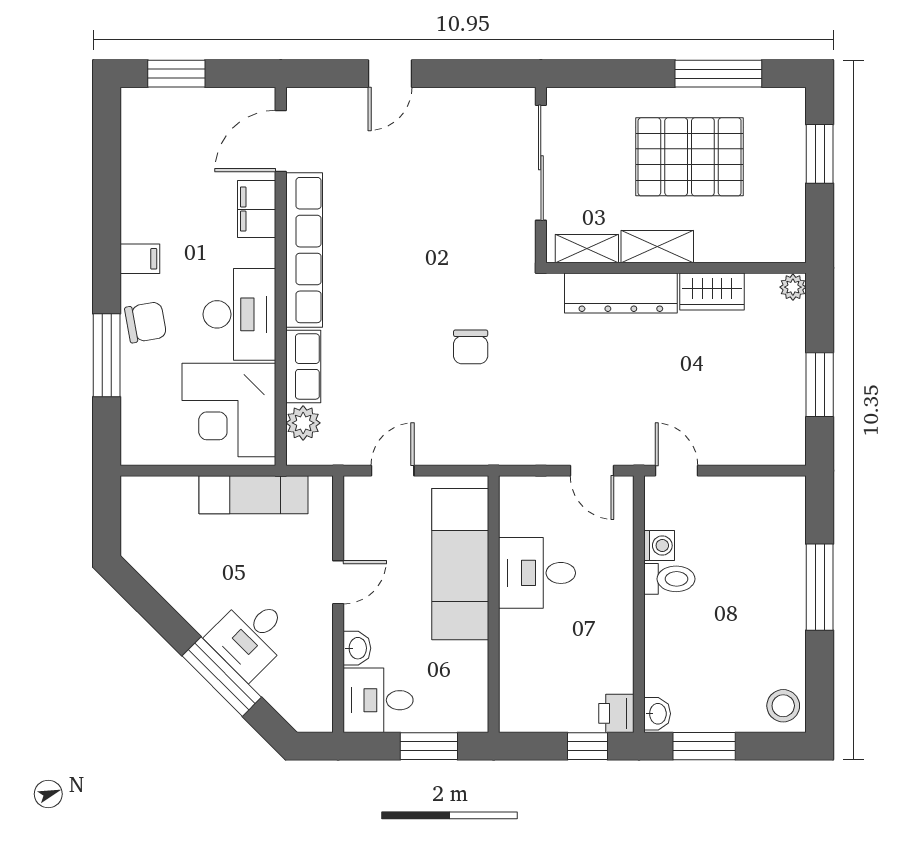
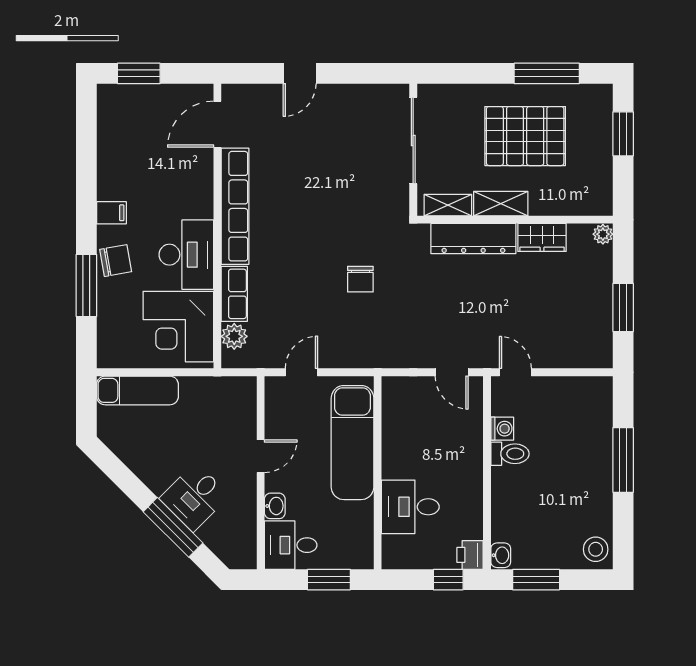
filing cabinet: (257, 209) -> (199, 175), removed
exam couch: (254, 495) -> (137, 390), moved
desk: (537, 573) -> (410, 507), moved

